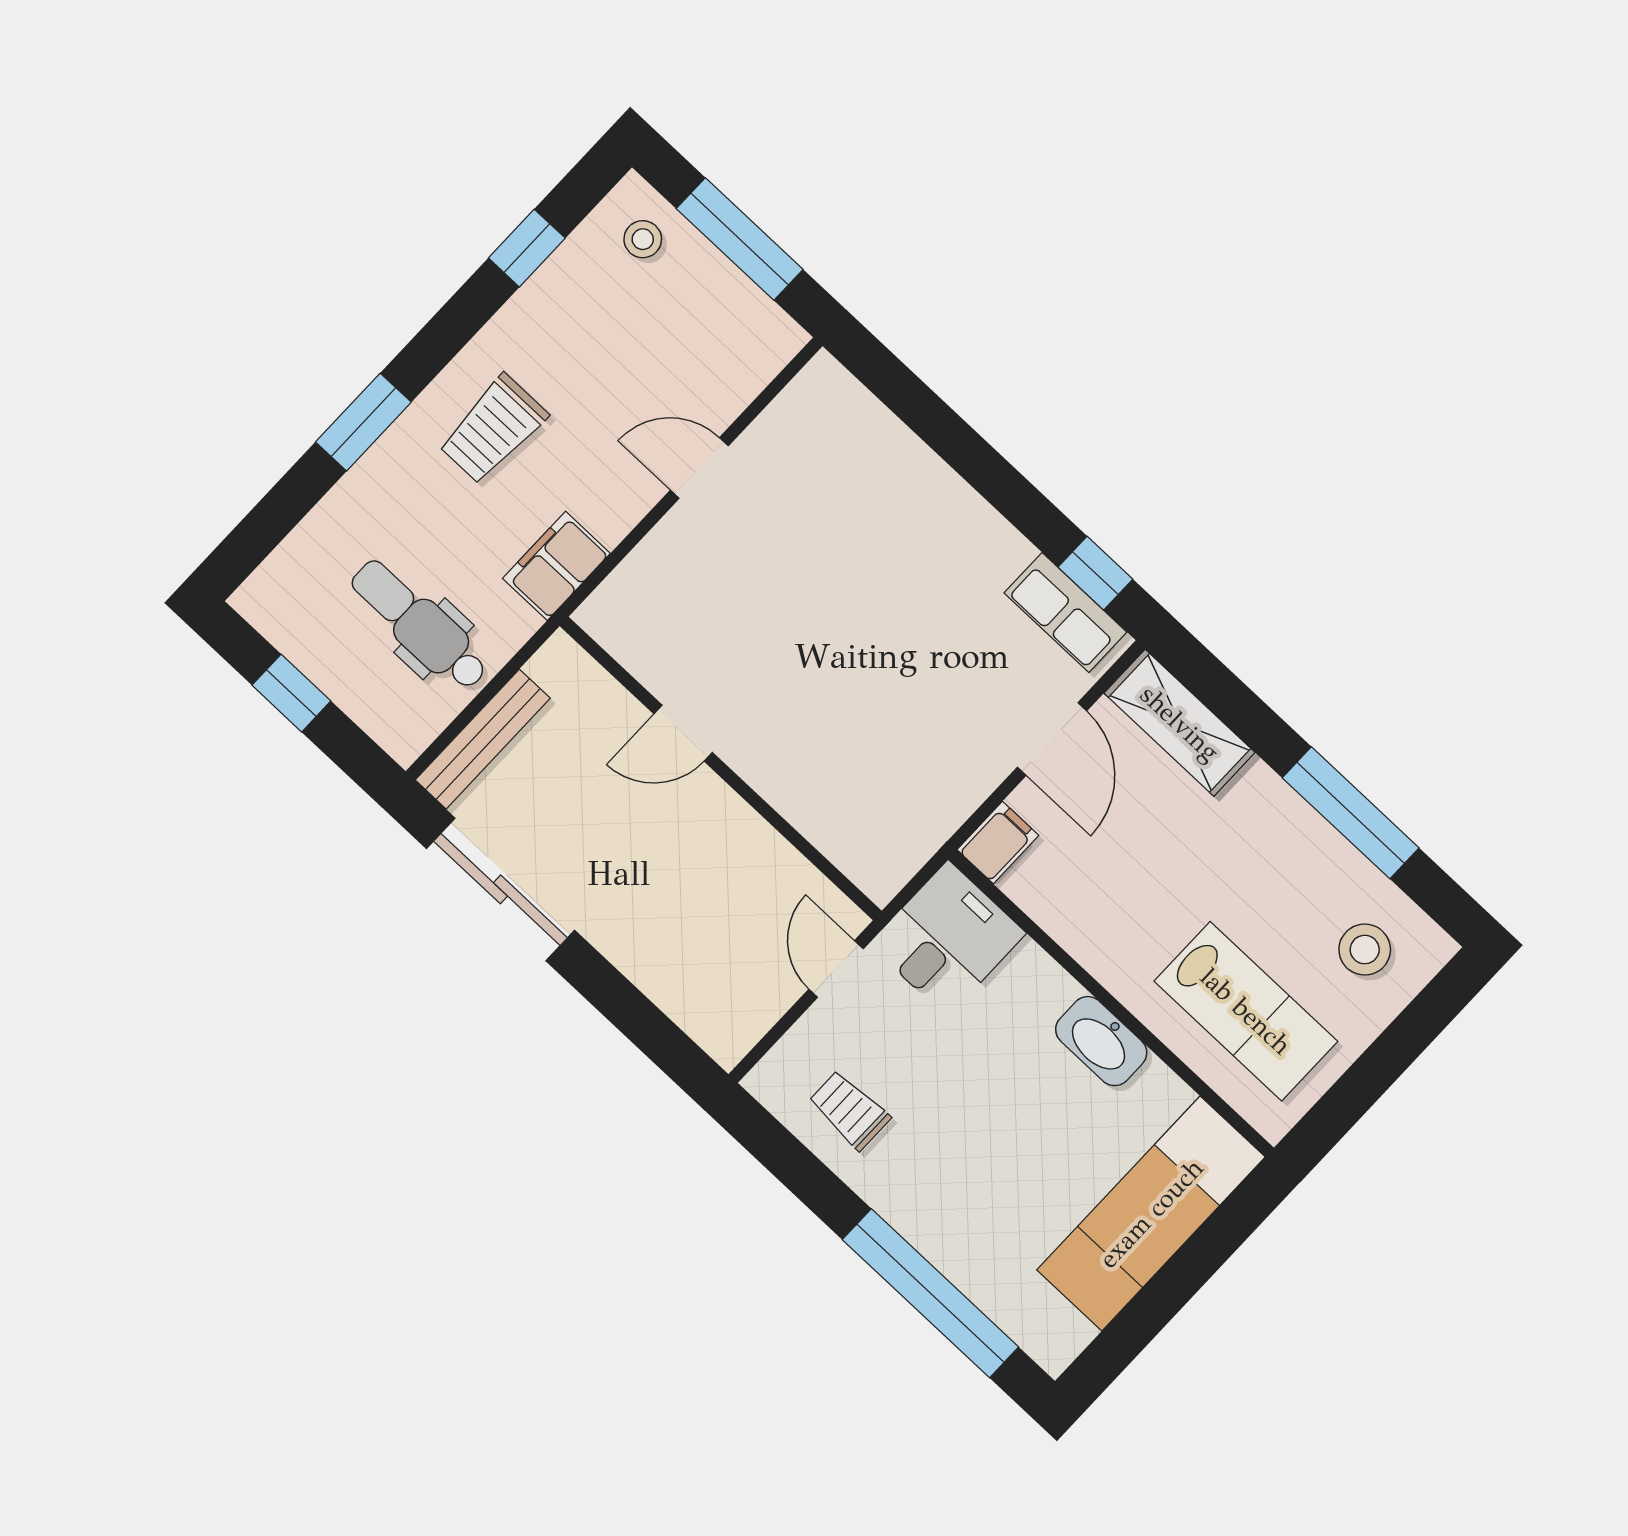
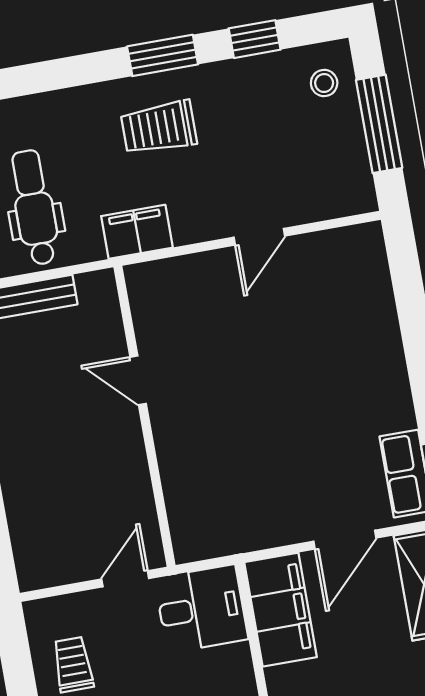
window: (363, 422) -> (163, 55), moved
door: (699, 468) -> (259, 237), swing flipped
filing cabinet: (998, 843) -> (280, 610), width x3.00, depth x1.17

